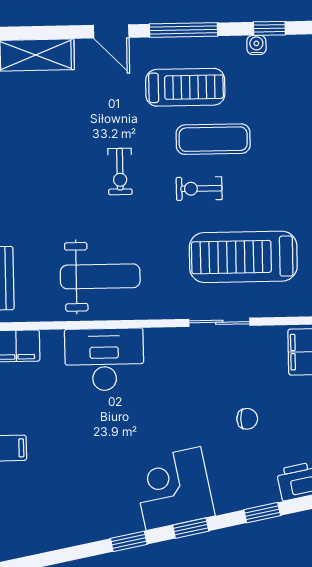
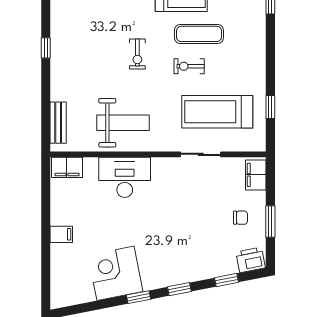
chair: (247, 419) -> (241, 218), moved
corner desk: (173, 489) -> (115, 273), moved

